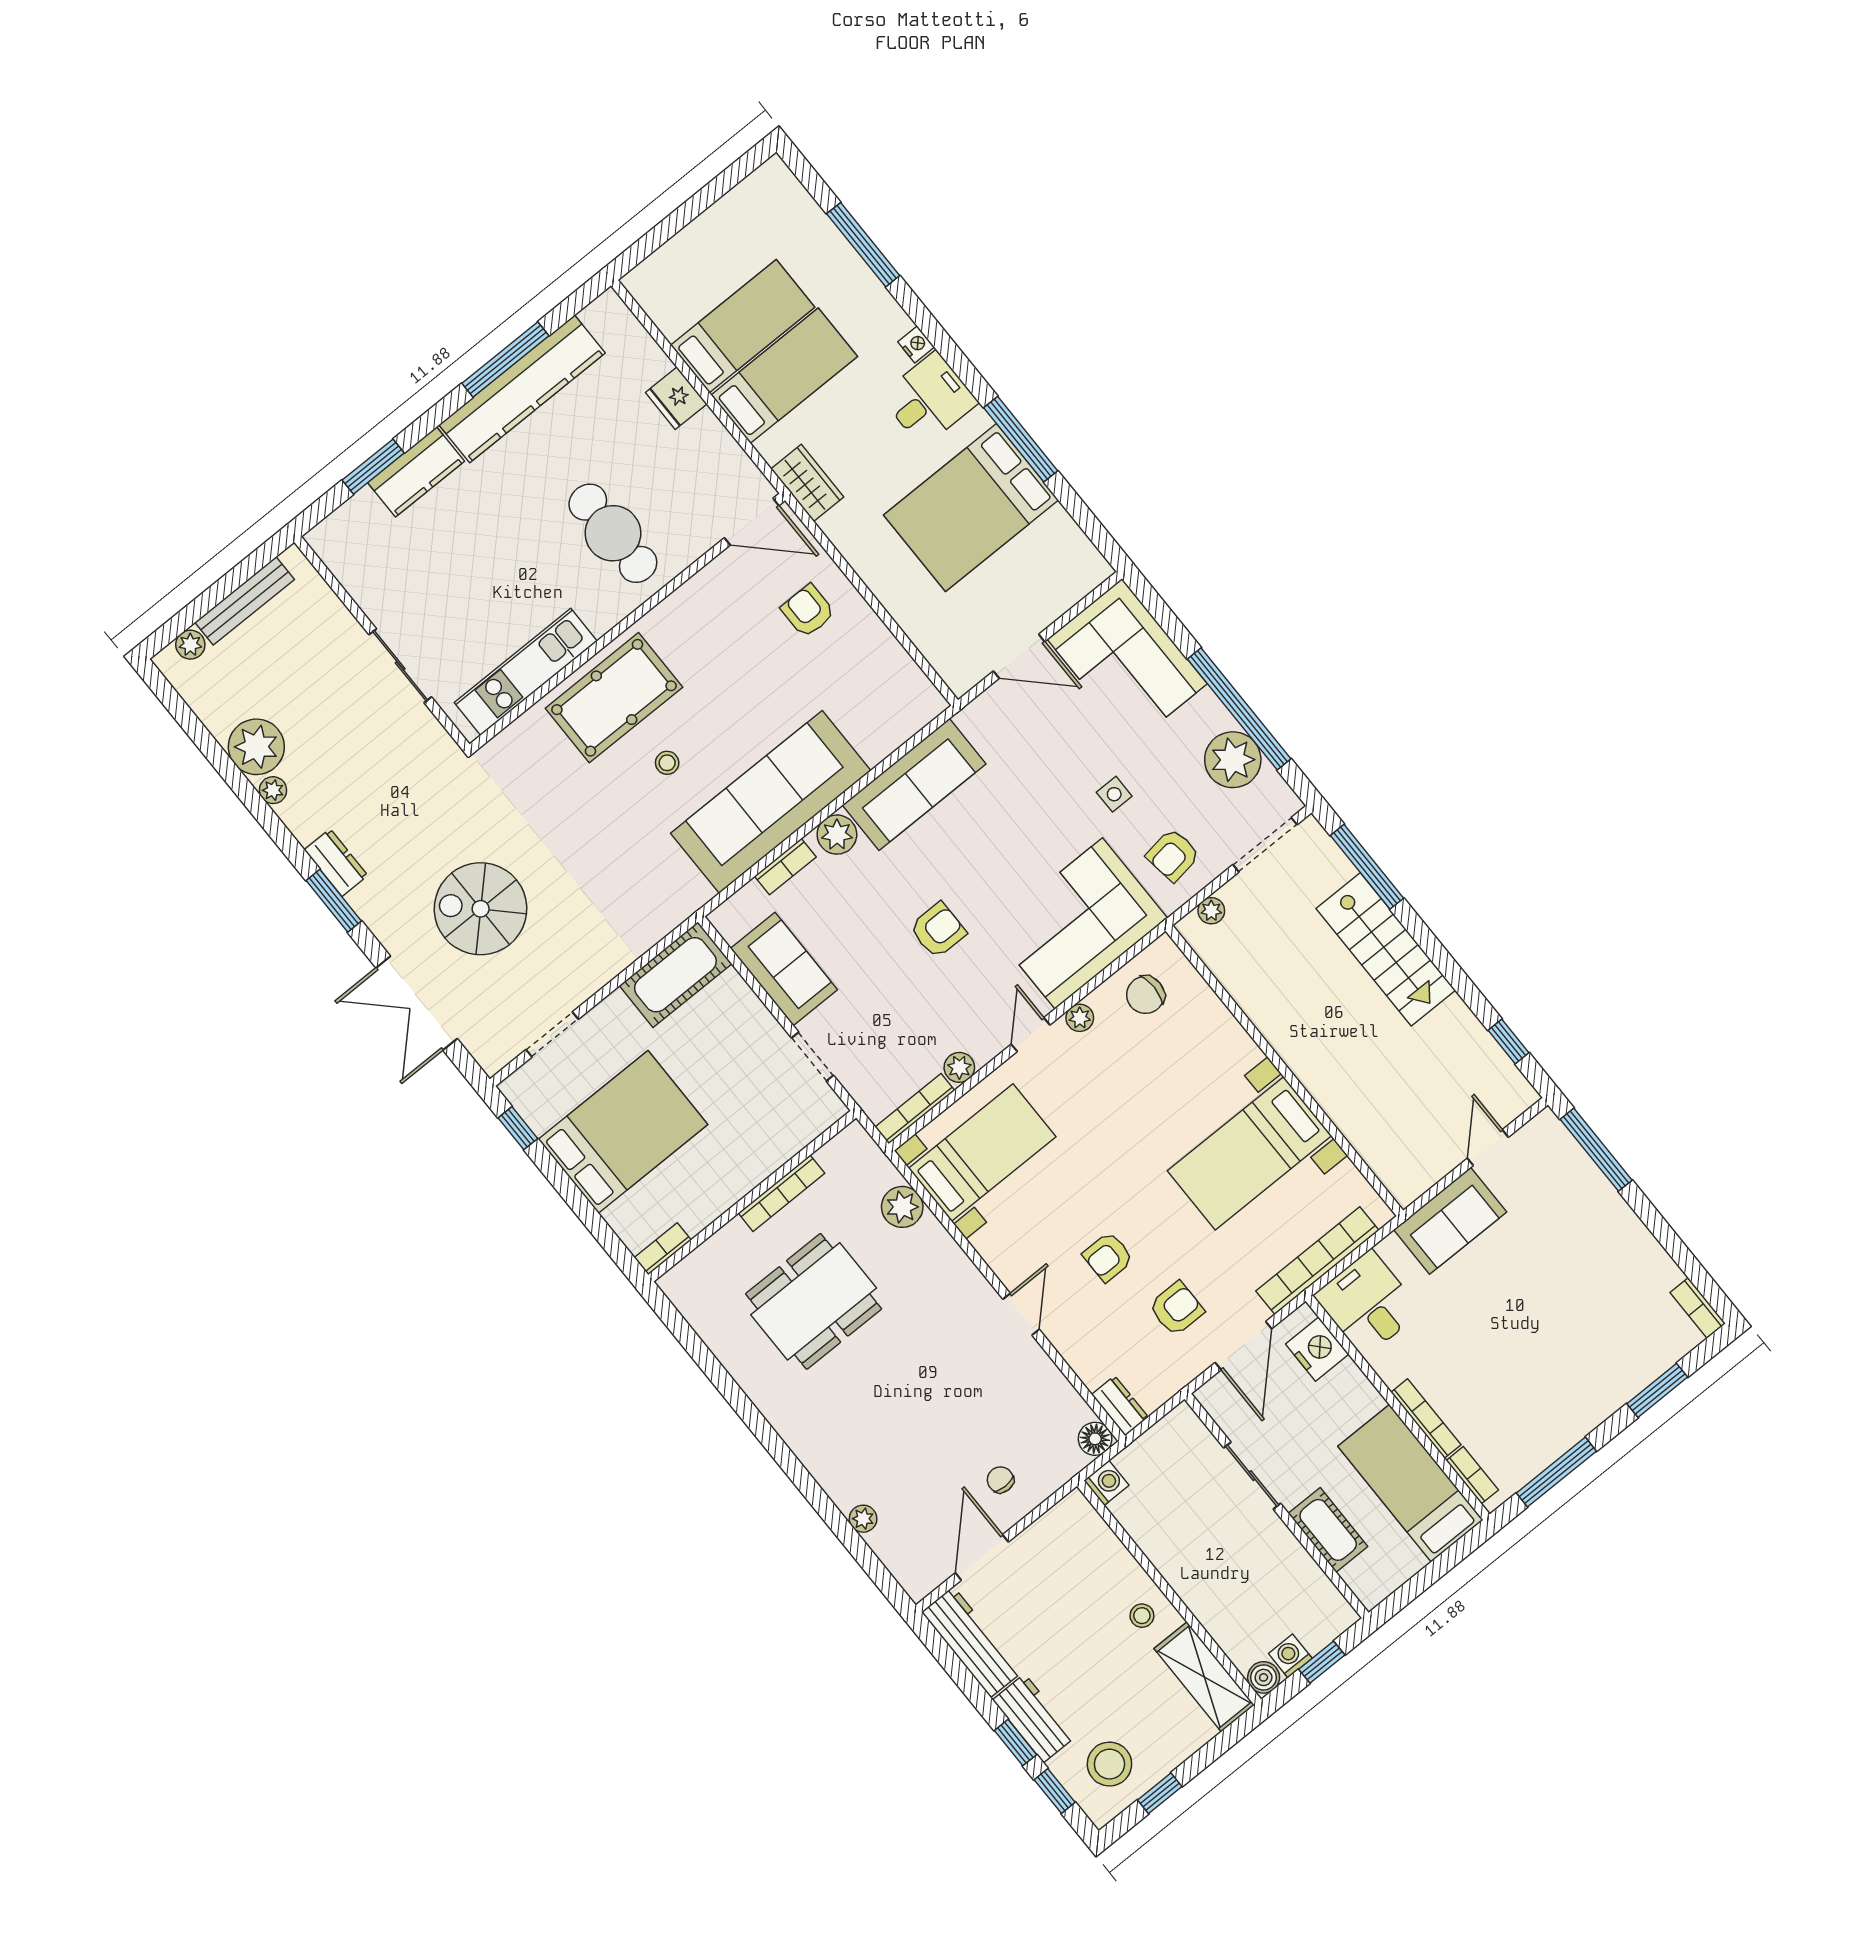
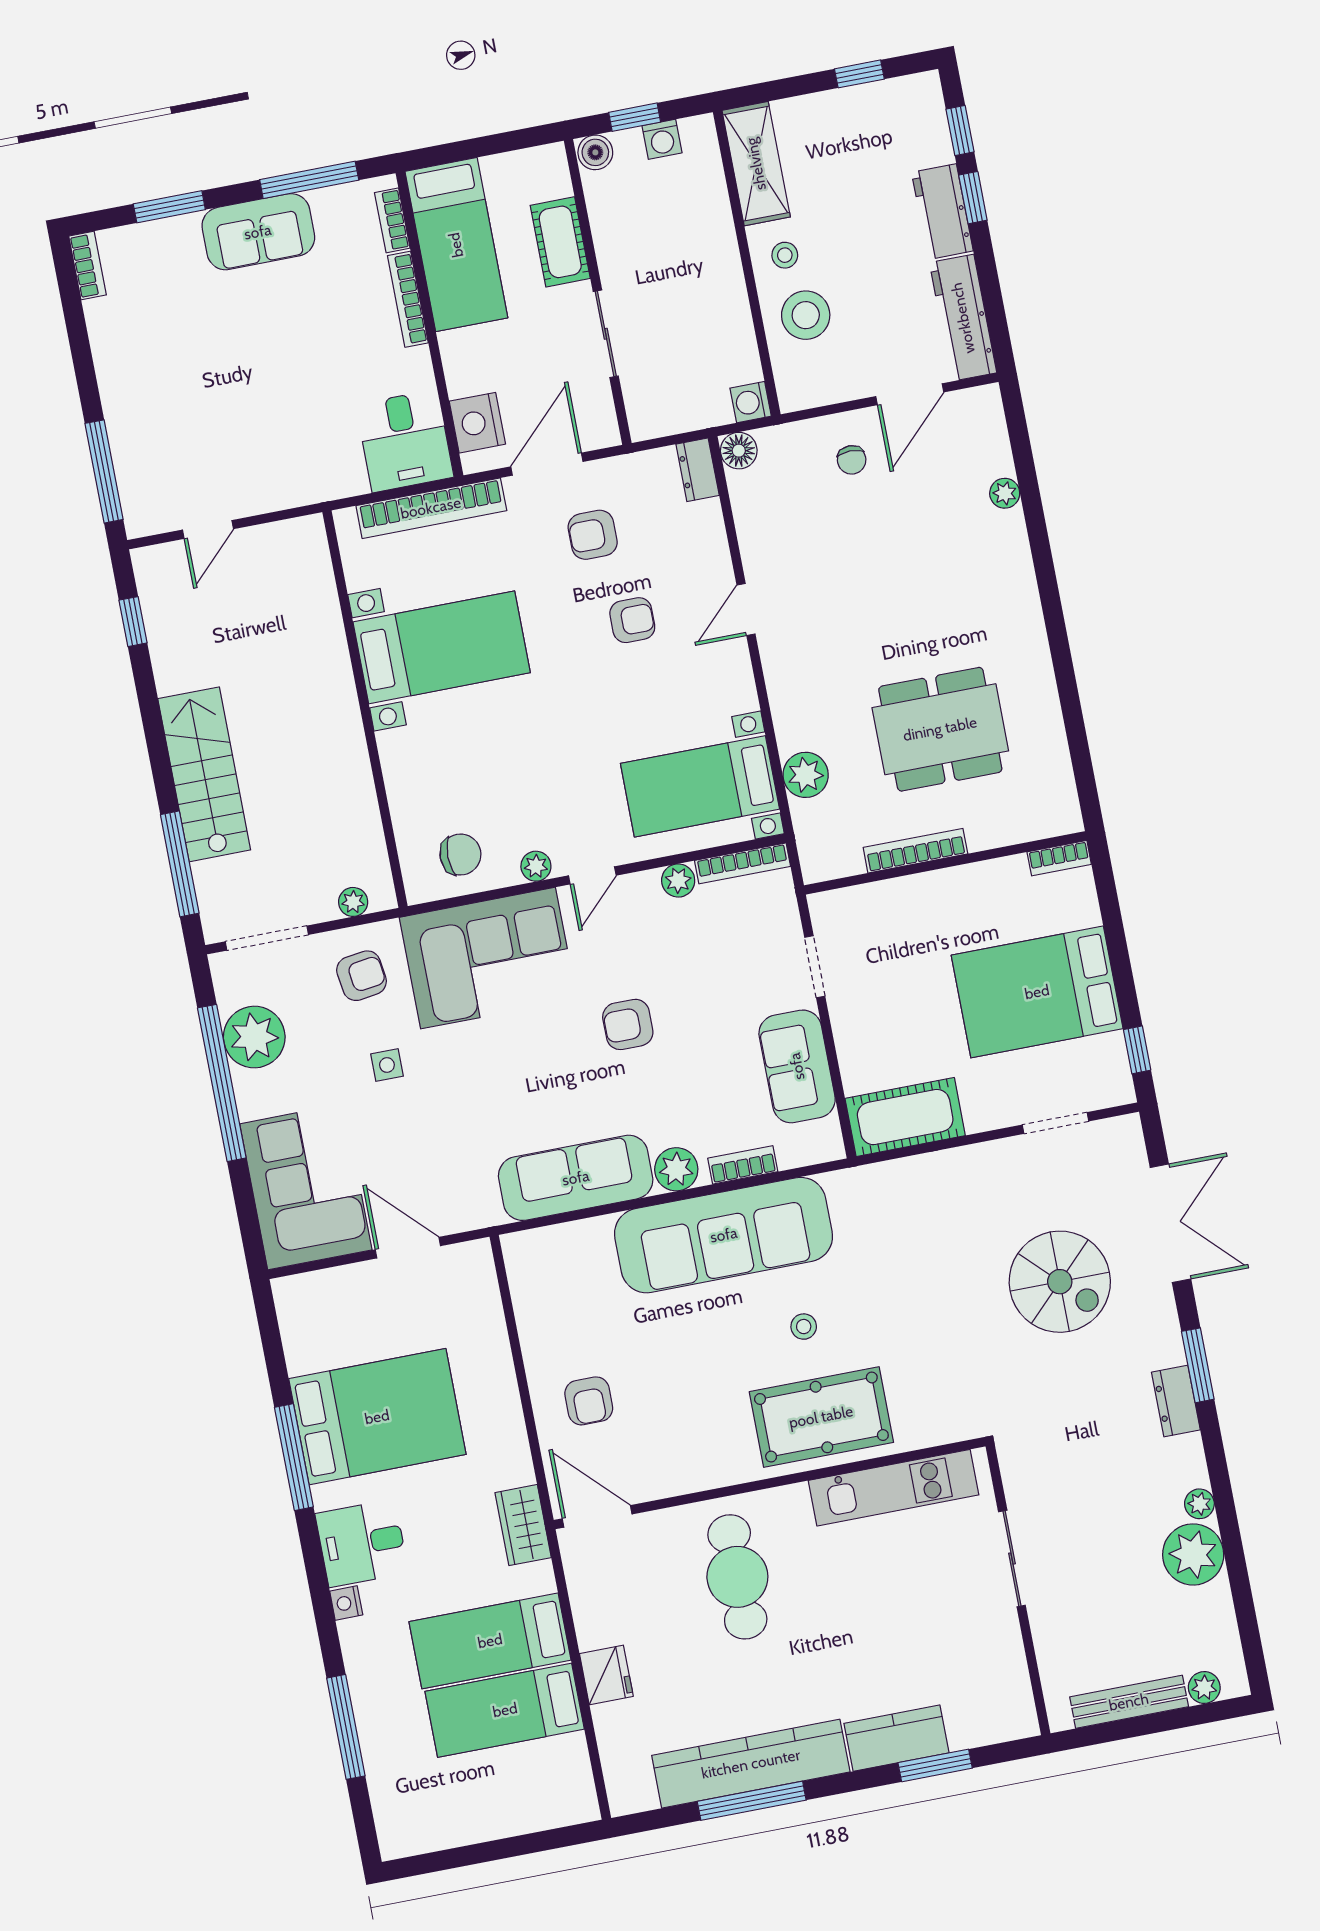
sofa: (1450, 1221) -> (258, 232), moved, turned 180
boiler: (1264, 1677) -> (595, 152), moved
stool: (1109, 1764) -> (806, 315), moved

